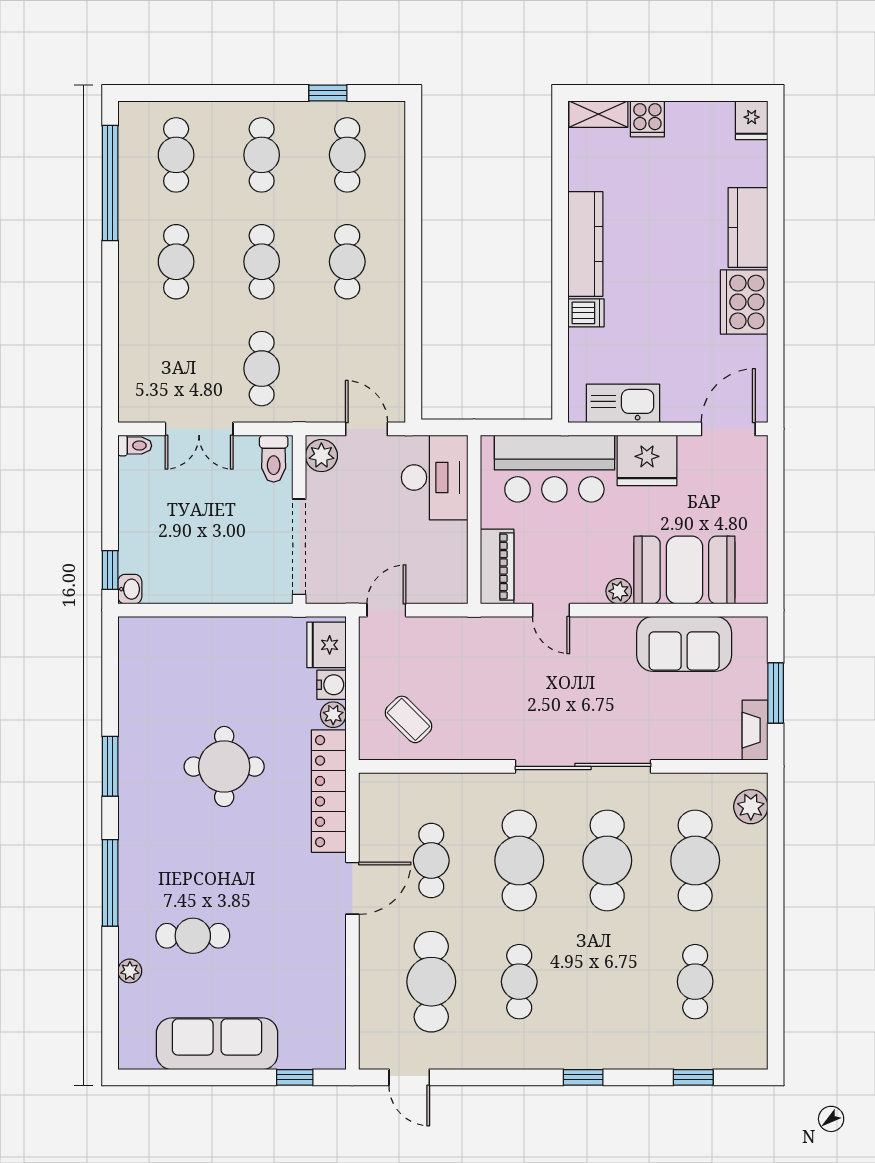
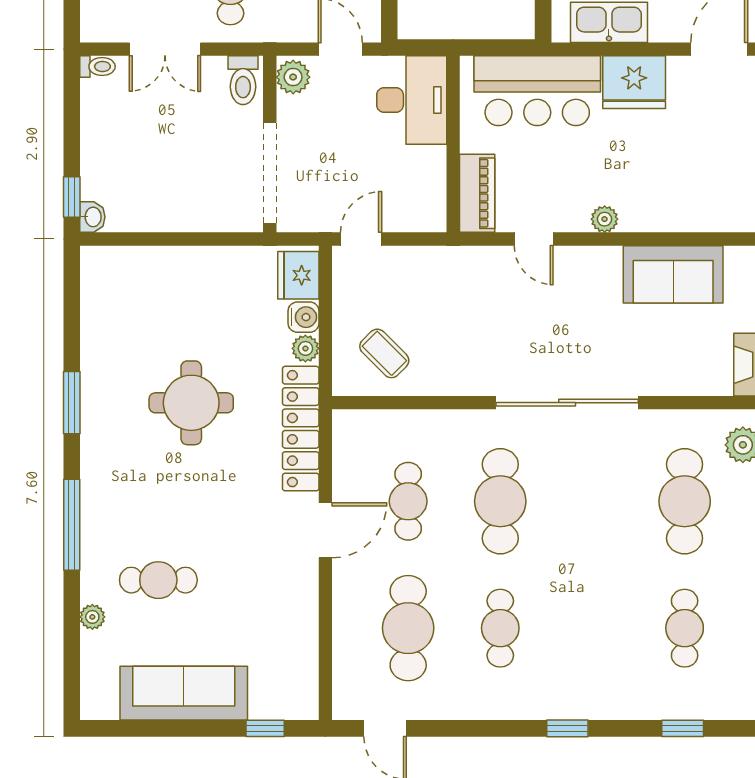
booth: (684, 570) -> (673, 197), removed
cafe table: (607, 861) -> (592, 501), removed

